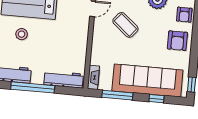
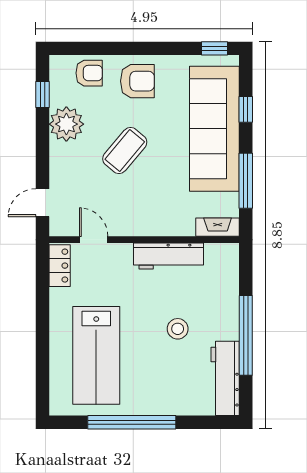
coffee table: (125, 25) -> (125, 150), moved
stool: (22, 34) -> (178, 329), moved
workbench: (64, 79) -> (169, 256), moved, turned -90

